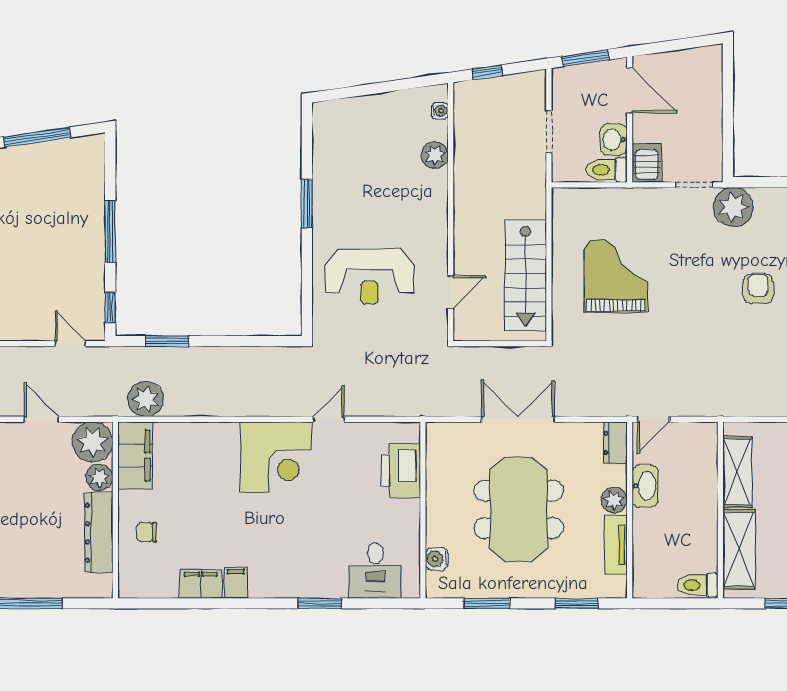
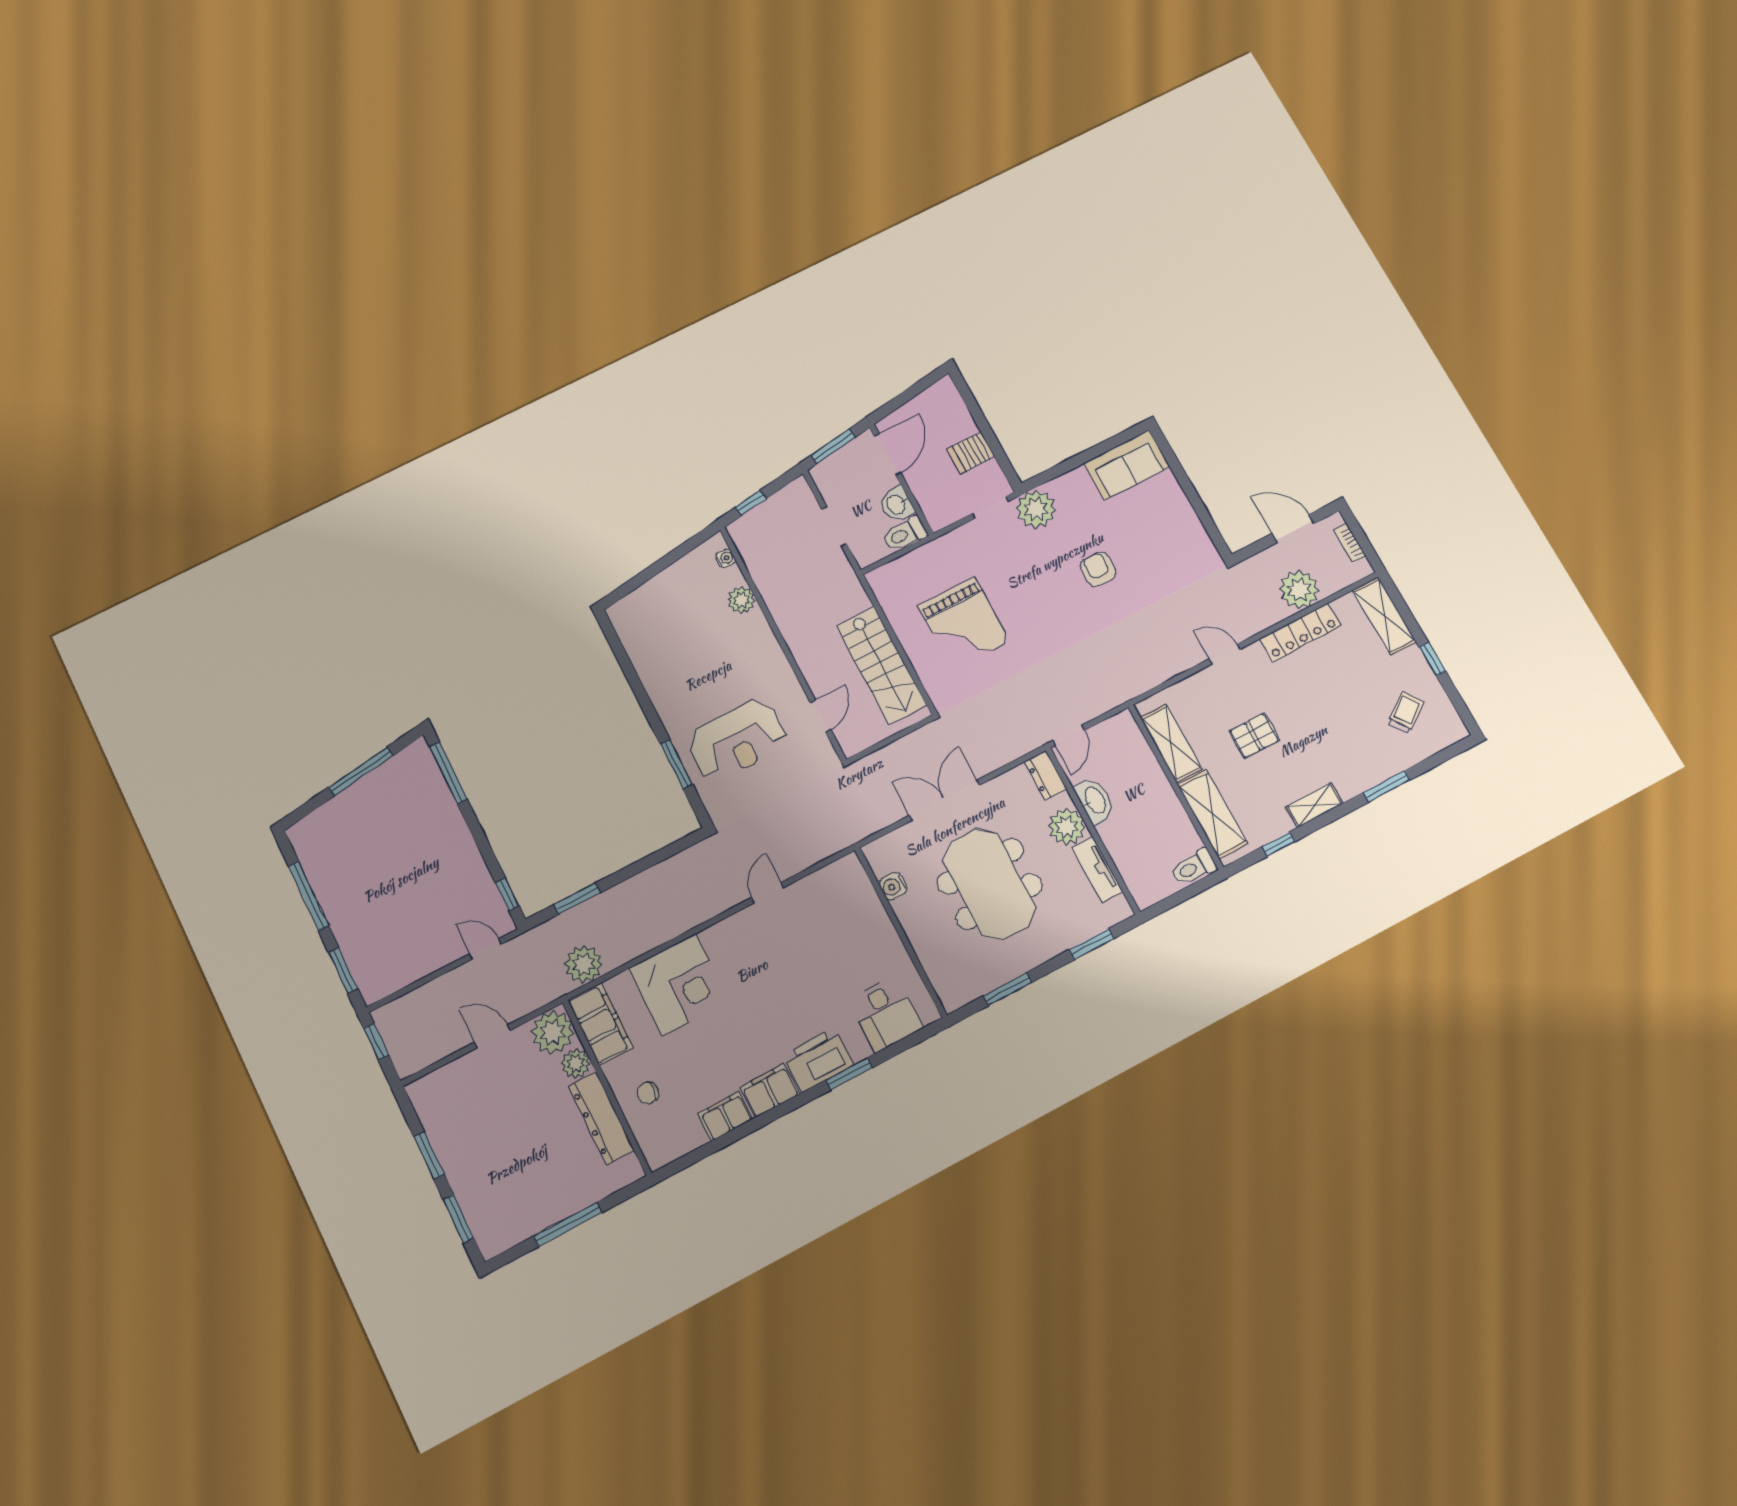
door: (630, 90) -> (888, 454), hinge flipped
server rack: (647, 163) -> (971, 453), moved, turned -90
window: (307, 203) -> (676, 764), moved
window: (110, 232) -> (448, 773), moved
grand piano: (616, 276) -> (964, 624), turned 180
corner desk: (276, 457) -> (679, 985), moved
printer: (401, 471) -> (818, 1060), moved, turned 90
plant: (614, 500) -> (1067, 827), width x1.36, depth x1.36
water cooler: (437, 559) -> (893, 886), moved
filing cabinet: (236, 583) -> (770, 1091), width x2.00

